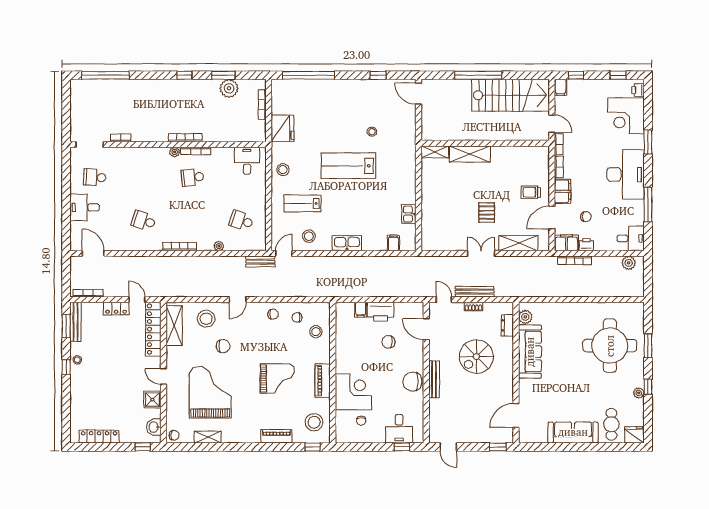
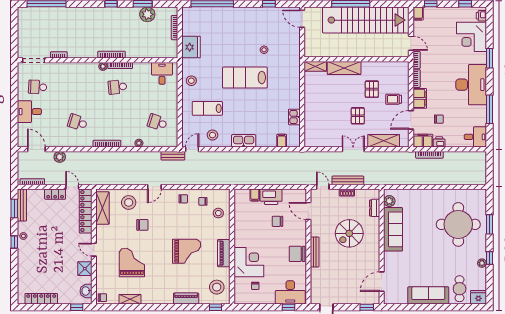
stairs: (511, 95) -> (366, 20), width x1.36
pallet: (504, 180) -> (372, 89), added
plant: (629, 263) -> (60, 157), moved
grand piano: (210, 392) -> (132, 262), width x0.73, depth x0.68
desk: (399, 429) -> (290, 292), width x1.37

